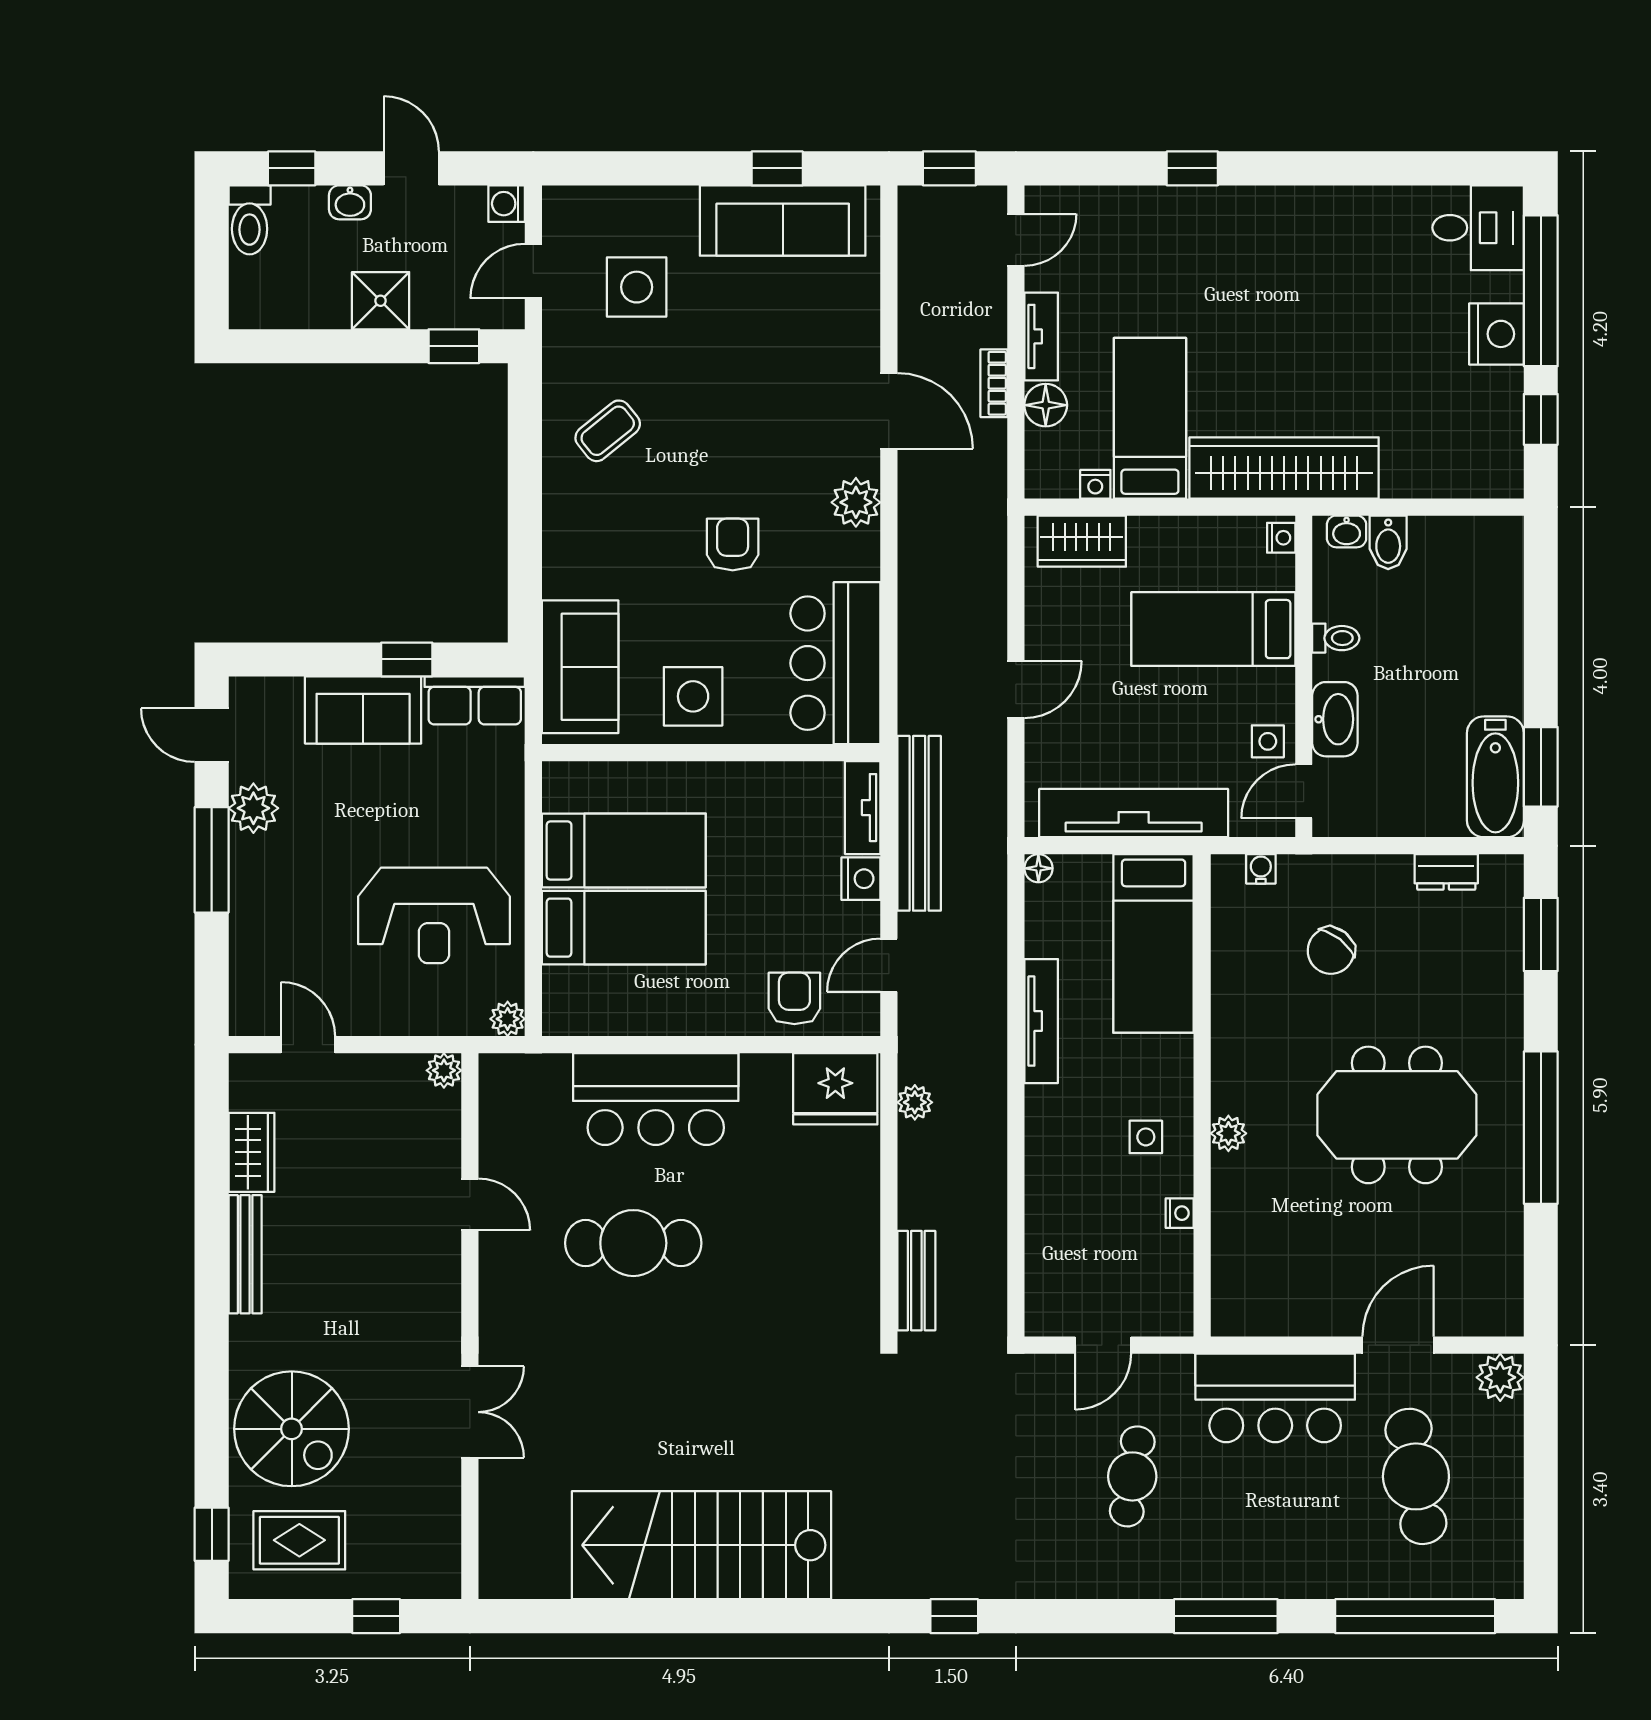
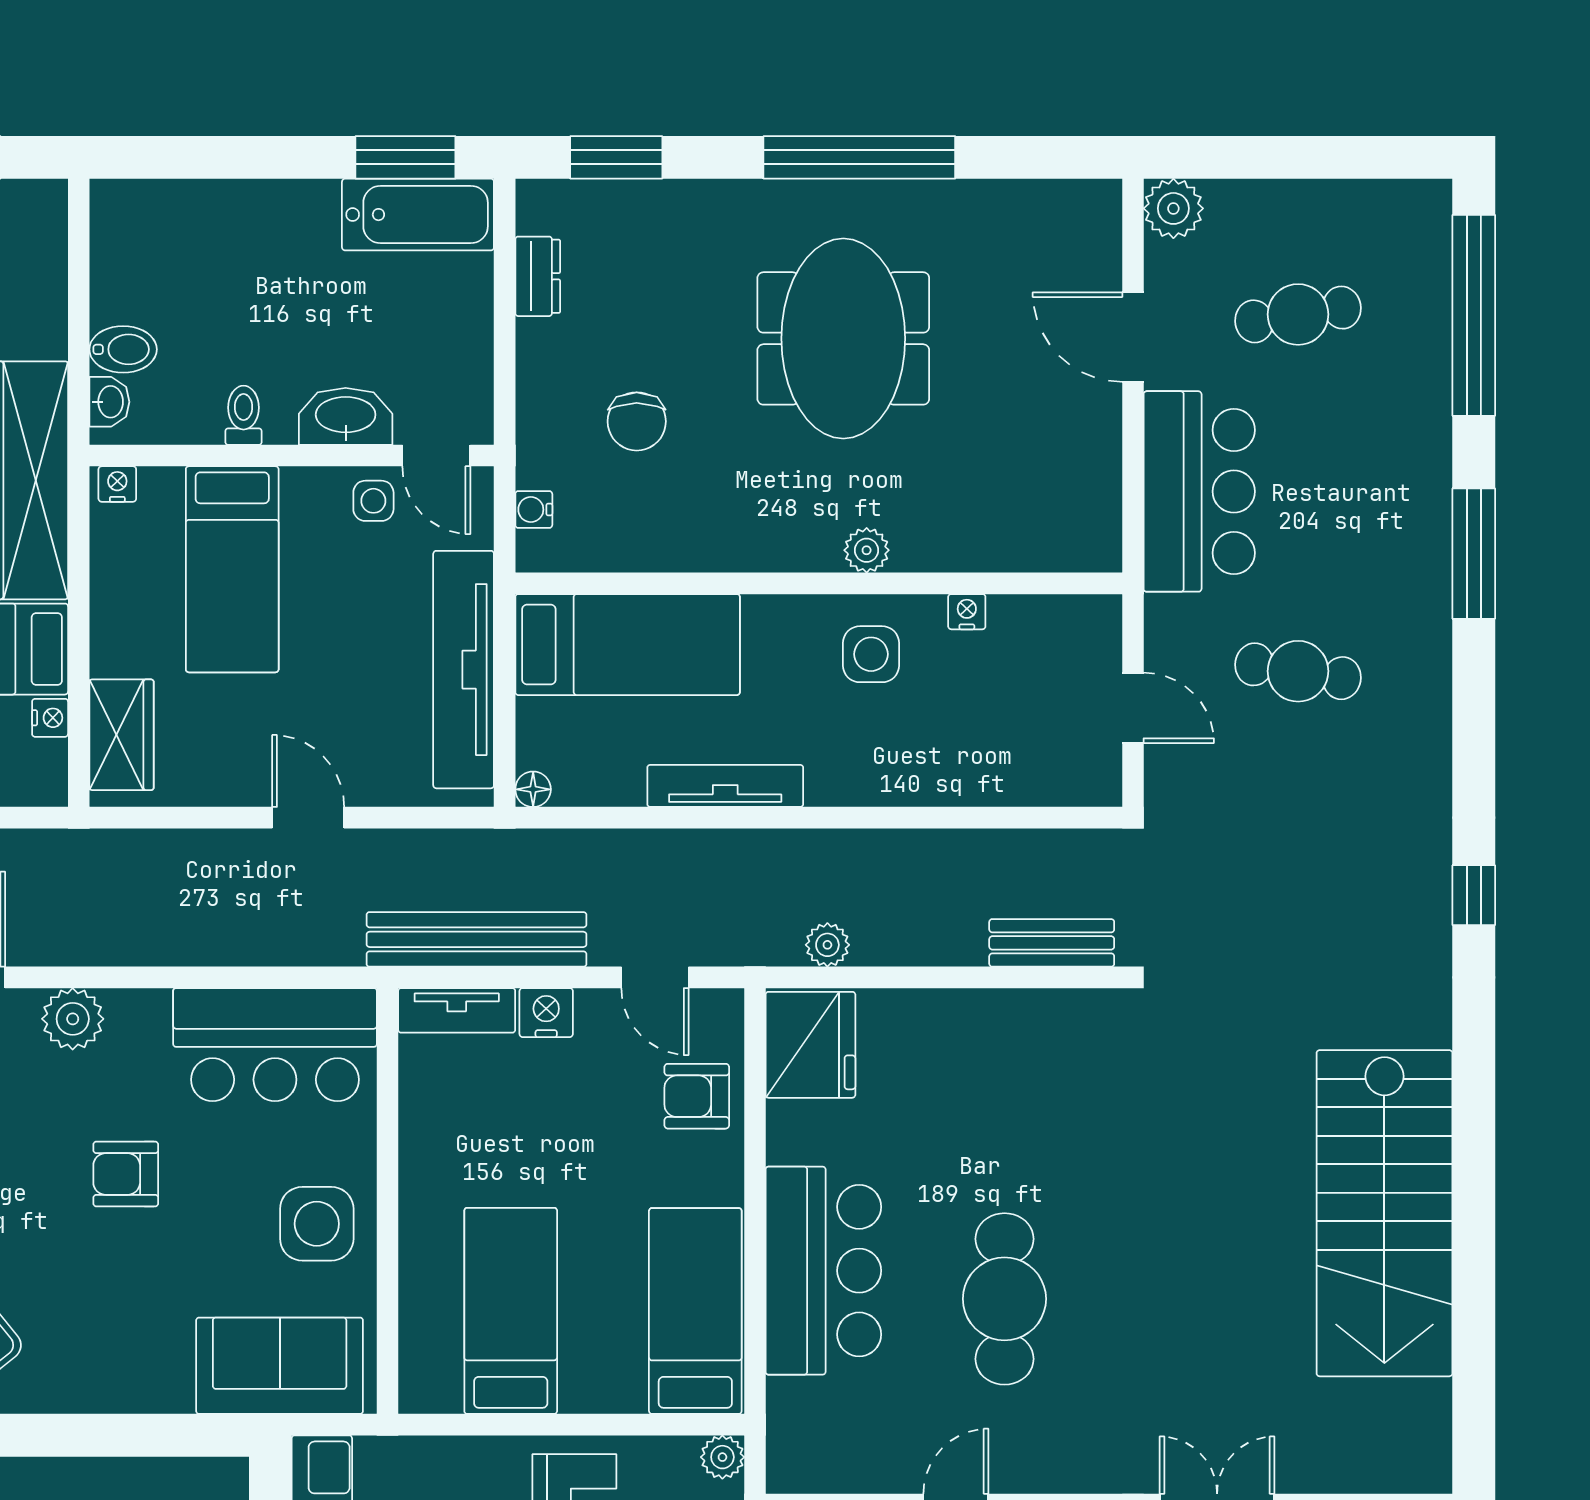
bed: (624, 928) -> (695, 1311), moved
chair: (1331, 951) -> (637, 421), turned 52
side table: (1146, 1137) -> (871, 654), width x1.37, depth x1.37
cafe table: (1416, 1476) -> (1298, 314), width x0.73, depth x0.74

